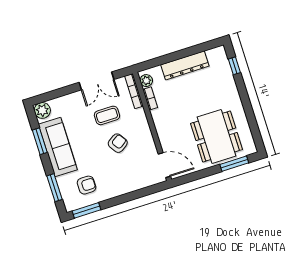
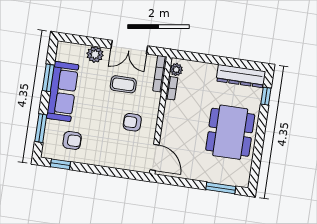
dresser: (185, 65) -> (241, 76), moved
plant: (42, 110) -> (95, 54), moved
dining table: (217, 136) -> (230, 132), moved
armchair: (118, 143) -> (132, 122), moved, turned -146
window: (86, 210) -> (60, 164), width x0.67

